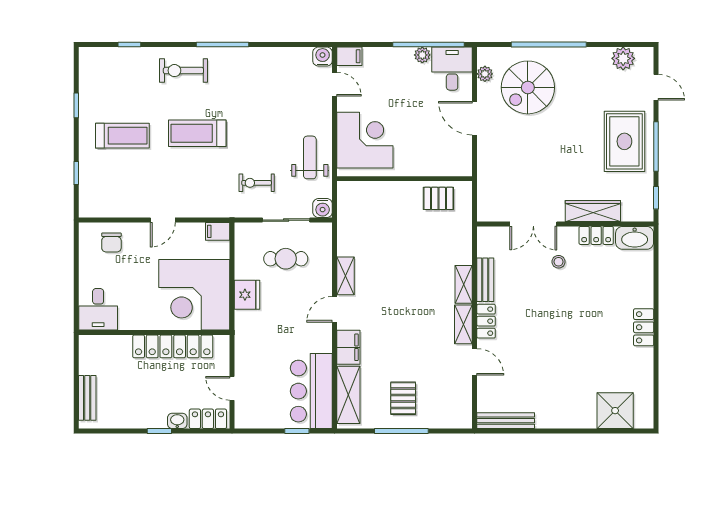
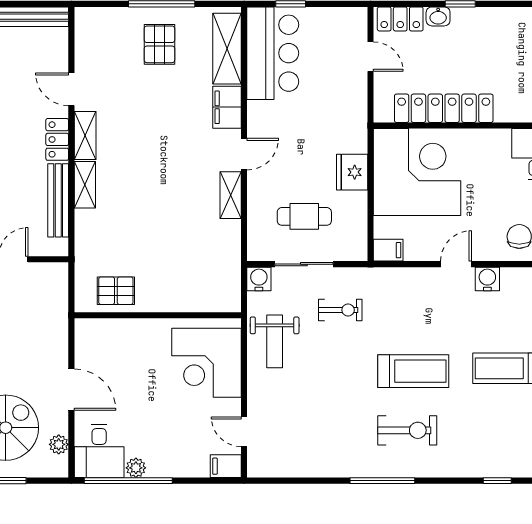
water cooler: (323, 57) -> (487, 279), moved, turned 180
exercise bike: (183, 71) -> (407, 430), moved
bench: (485, 280) -> (58, 200), width x1.36

